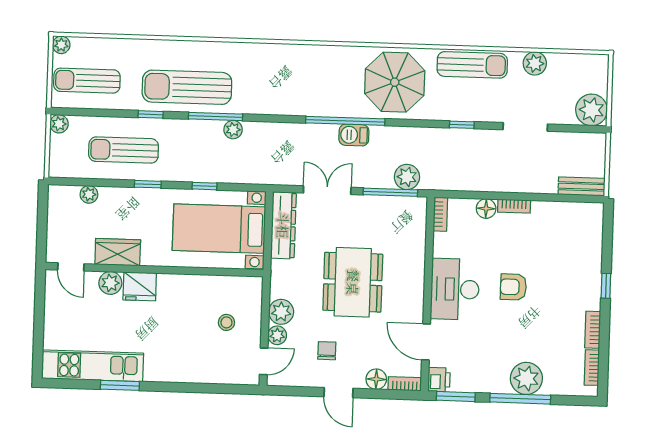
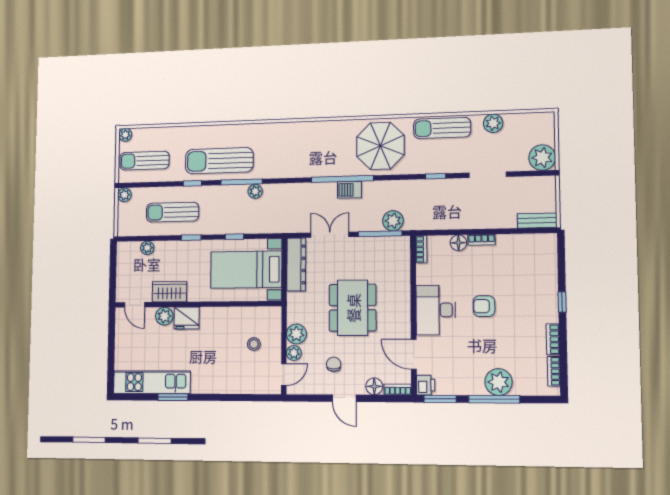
sun lounger: (472, 65) -> (442, 128), turned 180

